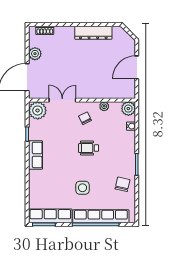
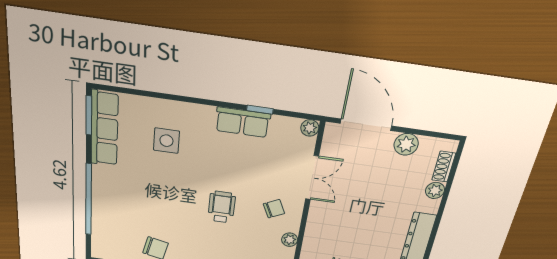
plant: (60, 31) -> (435, 190), added
plant: (38, 110) -> (310, 128), width x0.53, depth x0.53
row of seats: (35, 155) -> (243, 122), moved
side table: (82, 188) -> (166, 141), moved
row of seats: (101, 216) -> (102, 209), removed

